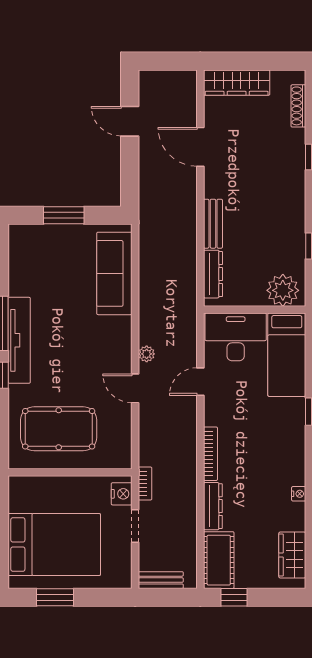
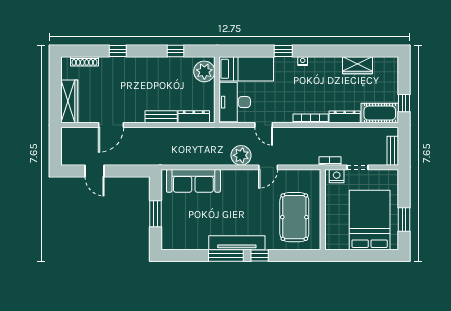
door: (130, 121) -> (94, 171), hinge flipped
plant: (147, 354) -> (241, 155), width x1.88, depth x1.88
nightstand: (299, 494) -> (303, 61), moved
wardrobe: (292, 555) -> (358, 65), moved

